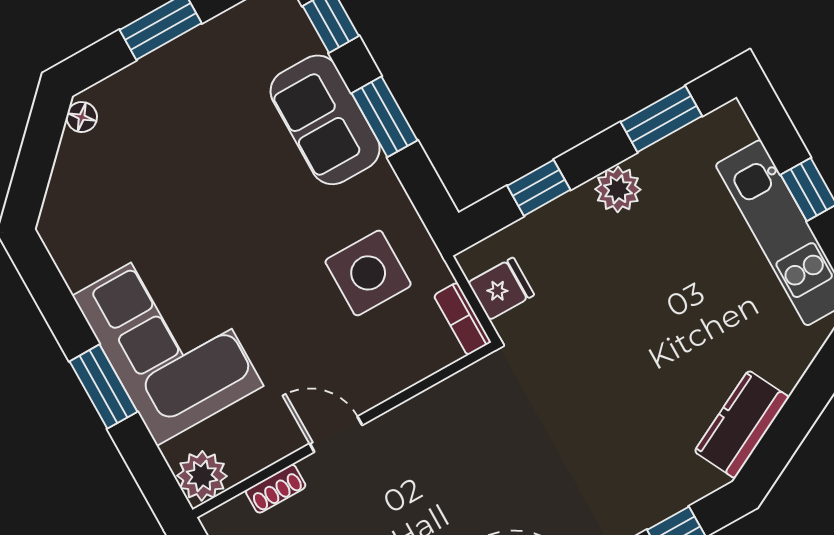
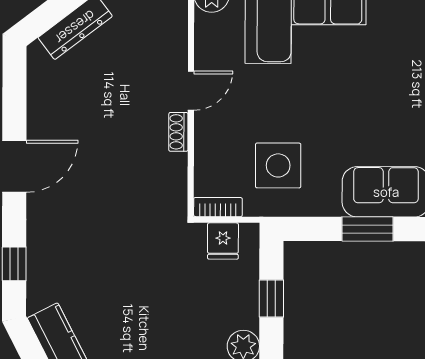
shoe rack: (276, 489) -> (178, 132), moved

